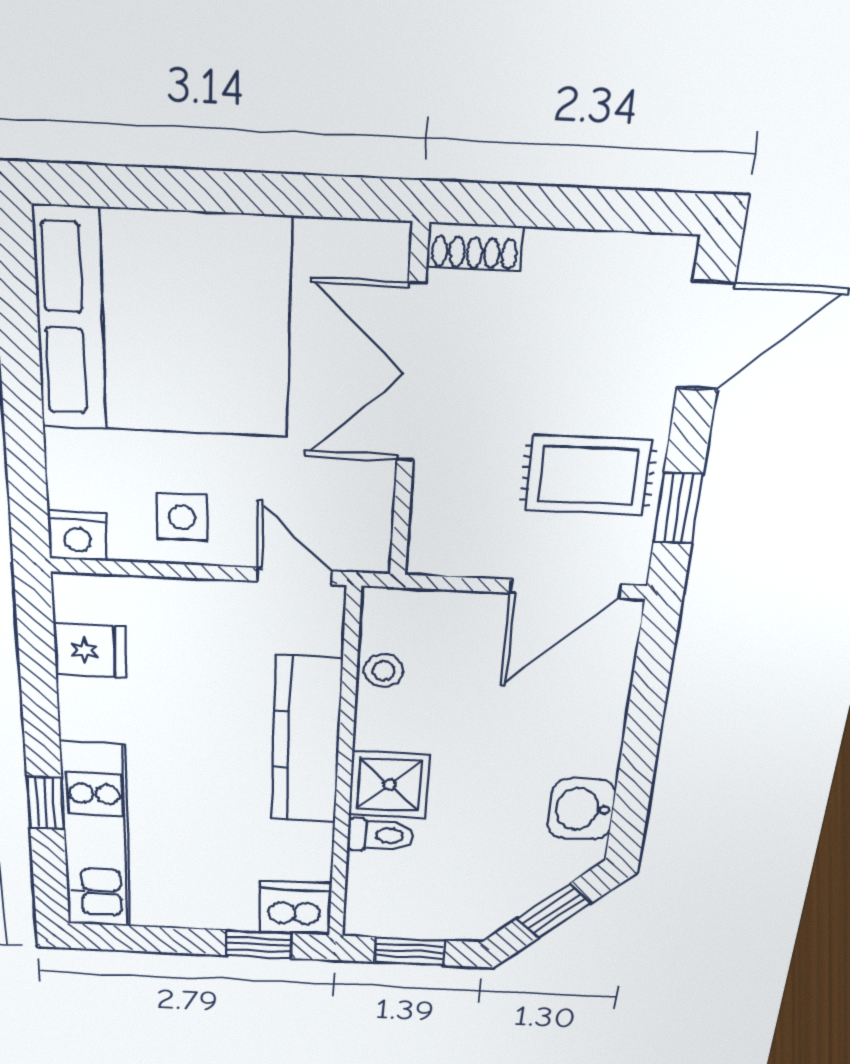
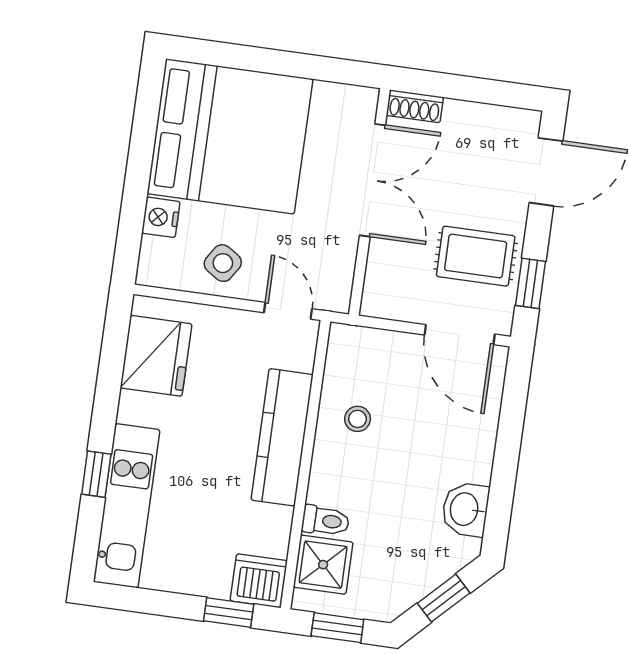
double door: (411, 374) -> (372, 180), swing flipped
side table: (182, 517) -> (223, 263), turned 33
nightstand: (78, 536) -> (161, 217), moved, turned 90
door: (566, 589) -> (460, 335), hinge flipped
fridge: (90, 651) -> (156, 356), width x1.88, depth x1.34
stool: (384, 671) -> (358, 419), moved
shower: (389, 784) -> (323, 565), moved

